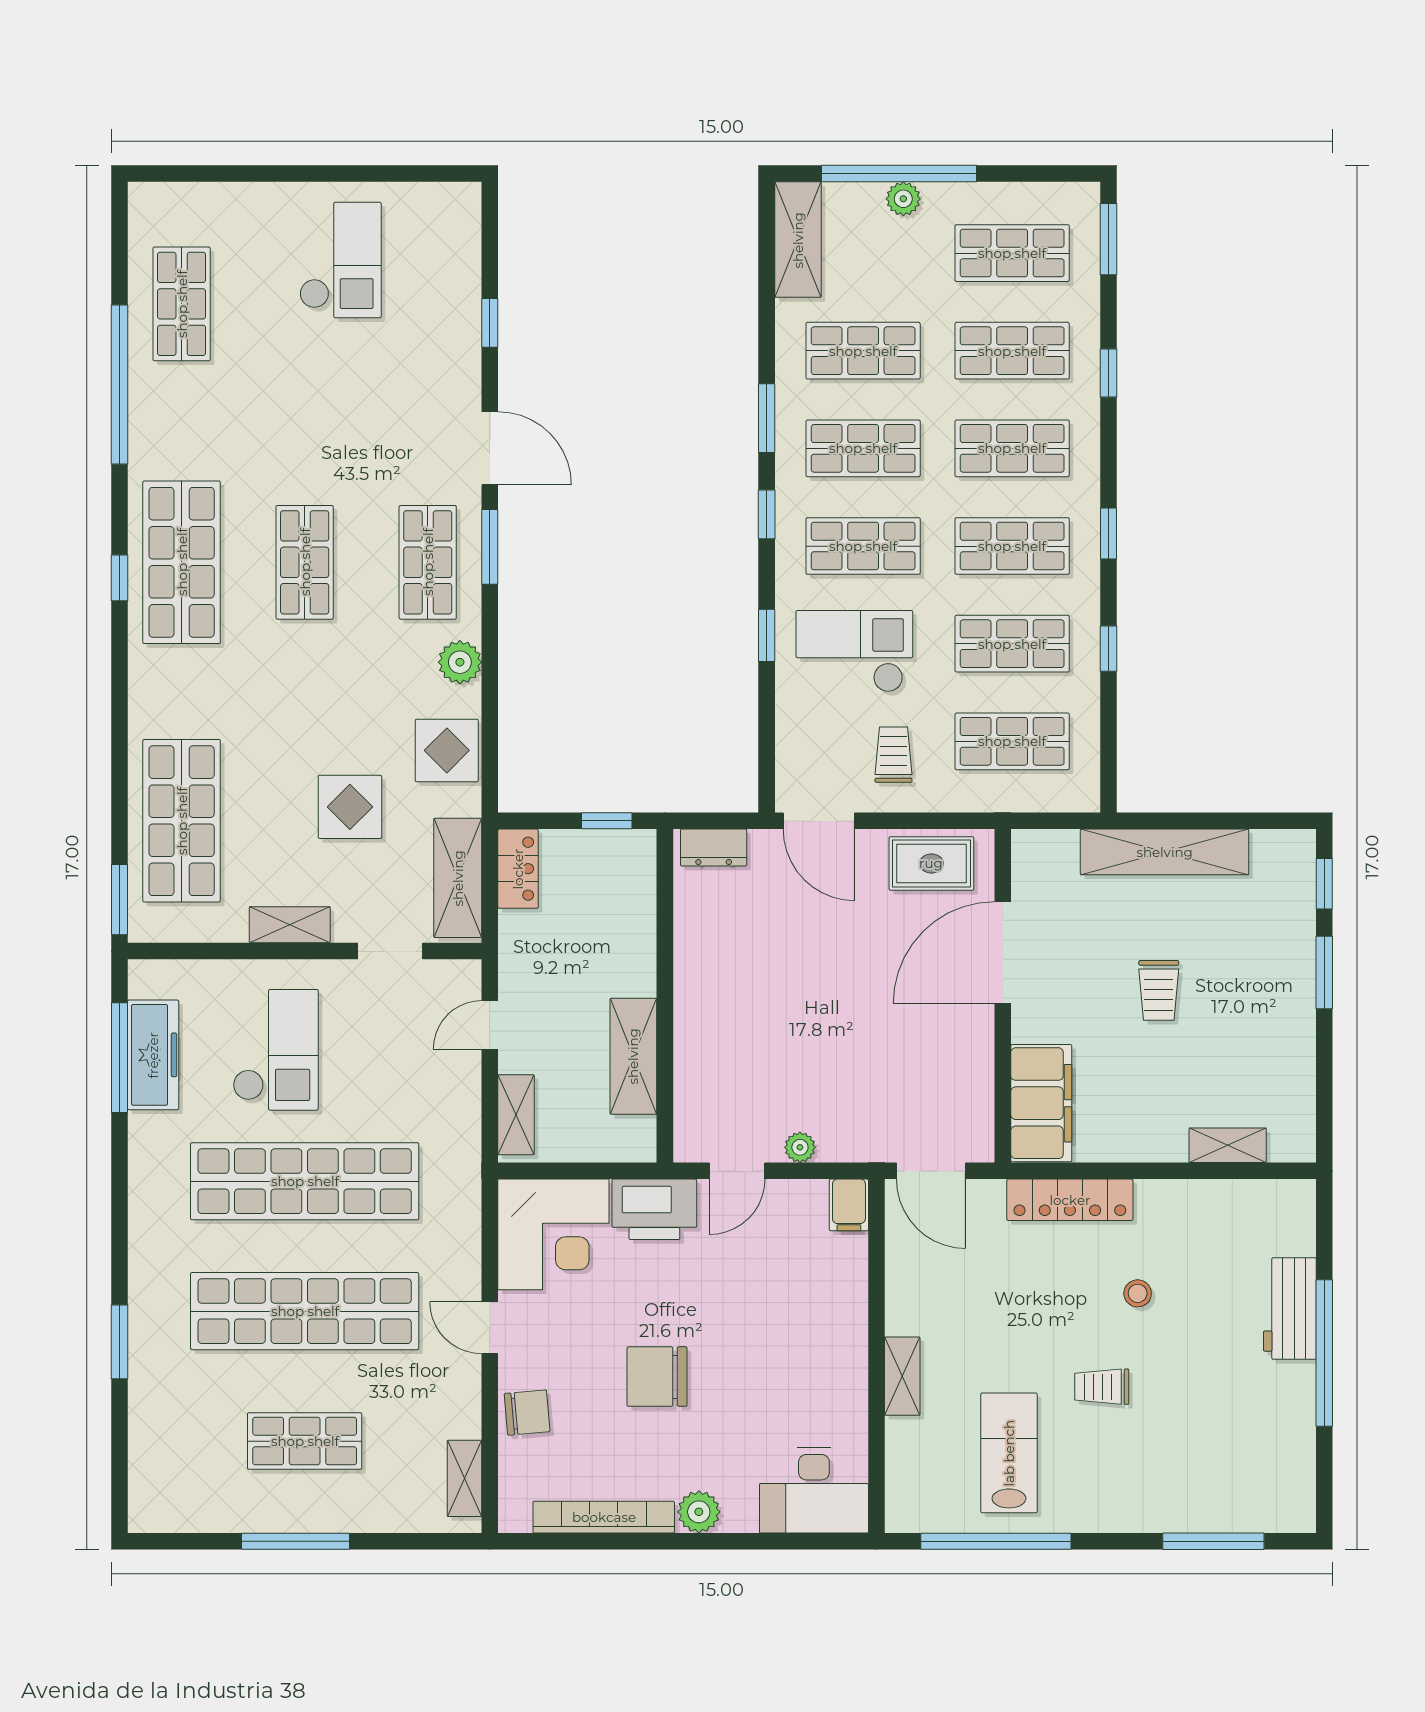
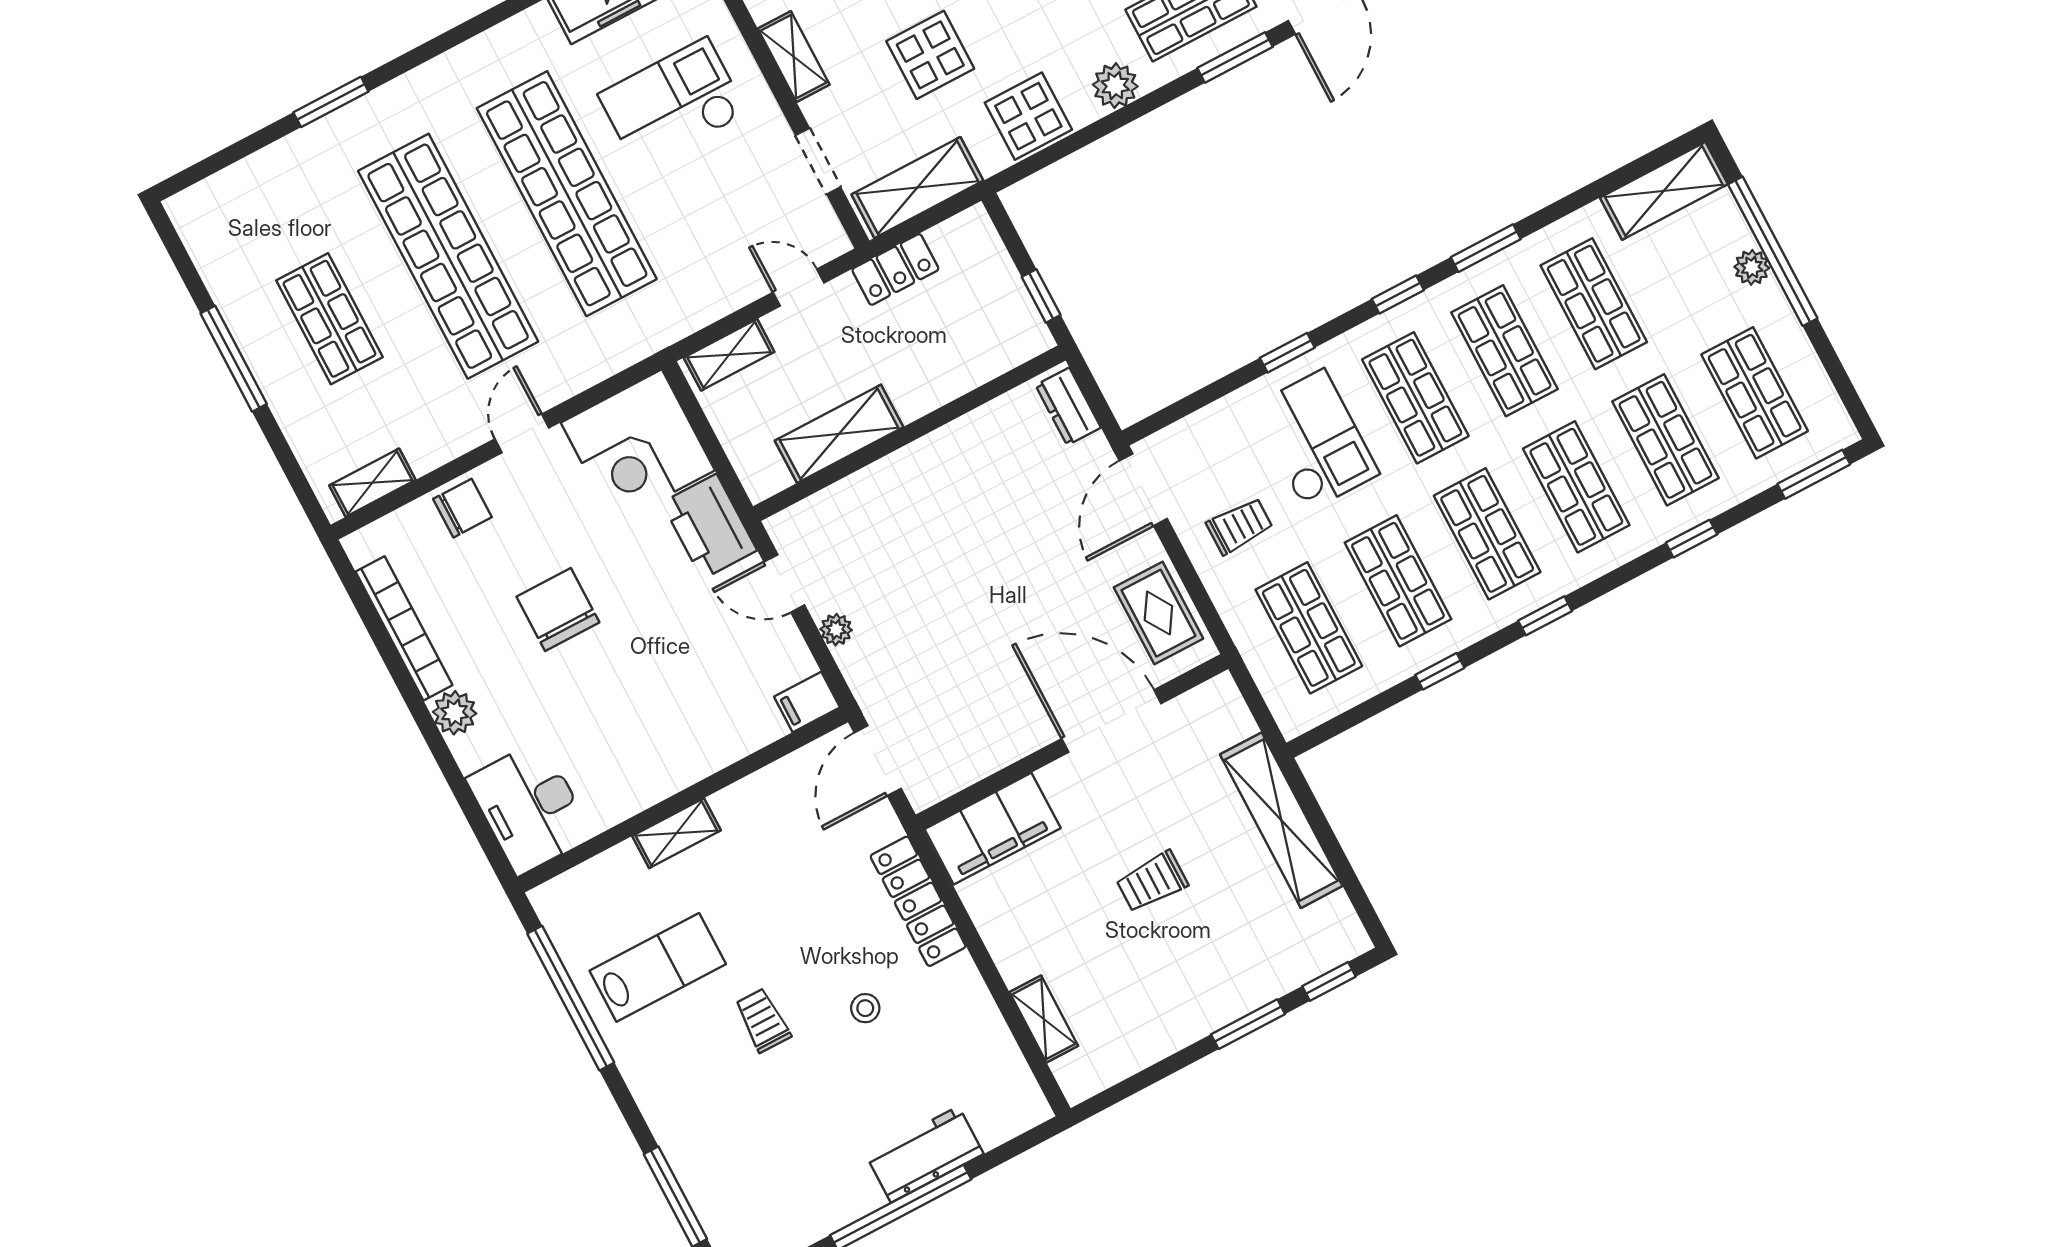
locker: (518, 869) -> (895, 269), moved
checkout: (276, 1050) -> (673, 104), turned 180
chair: (527, 1413) -> (462, 508), turned -85

